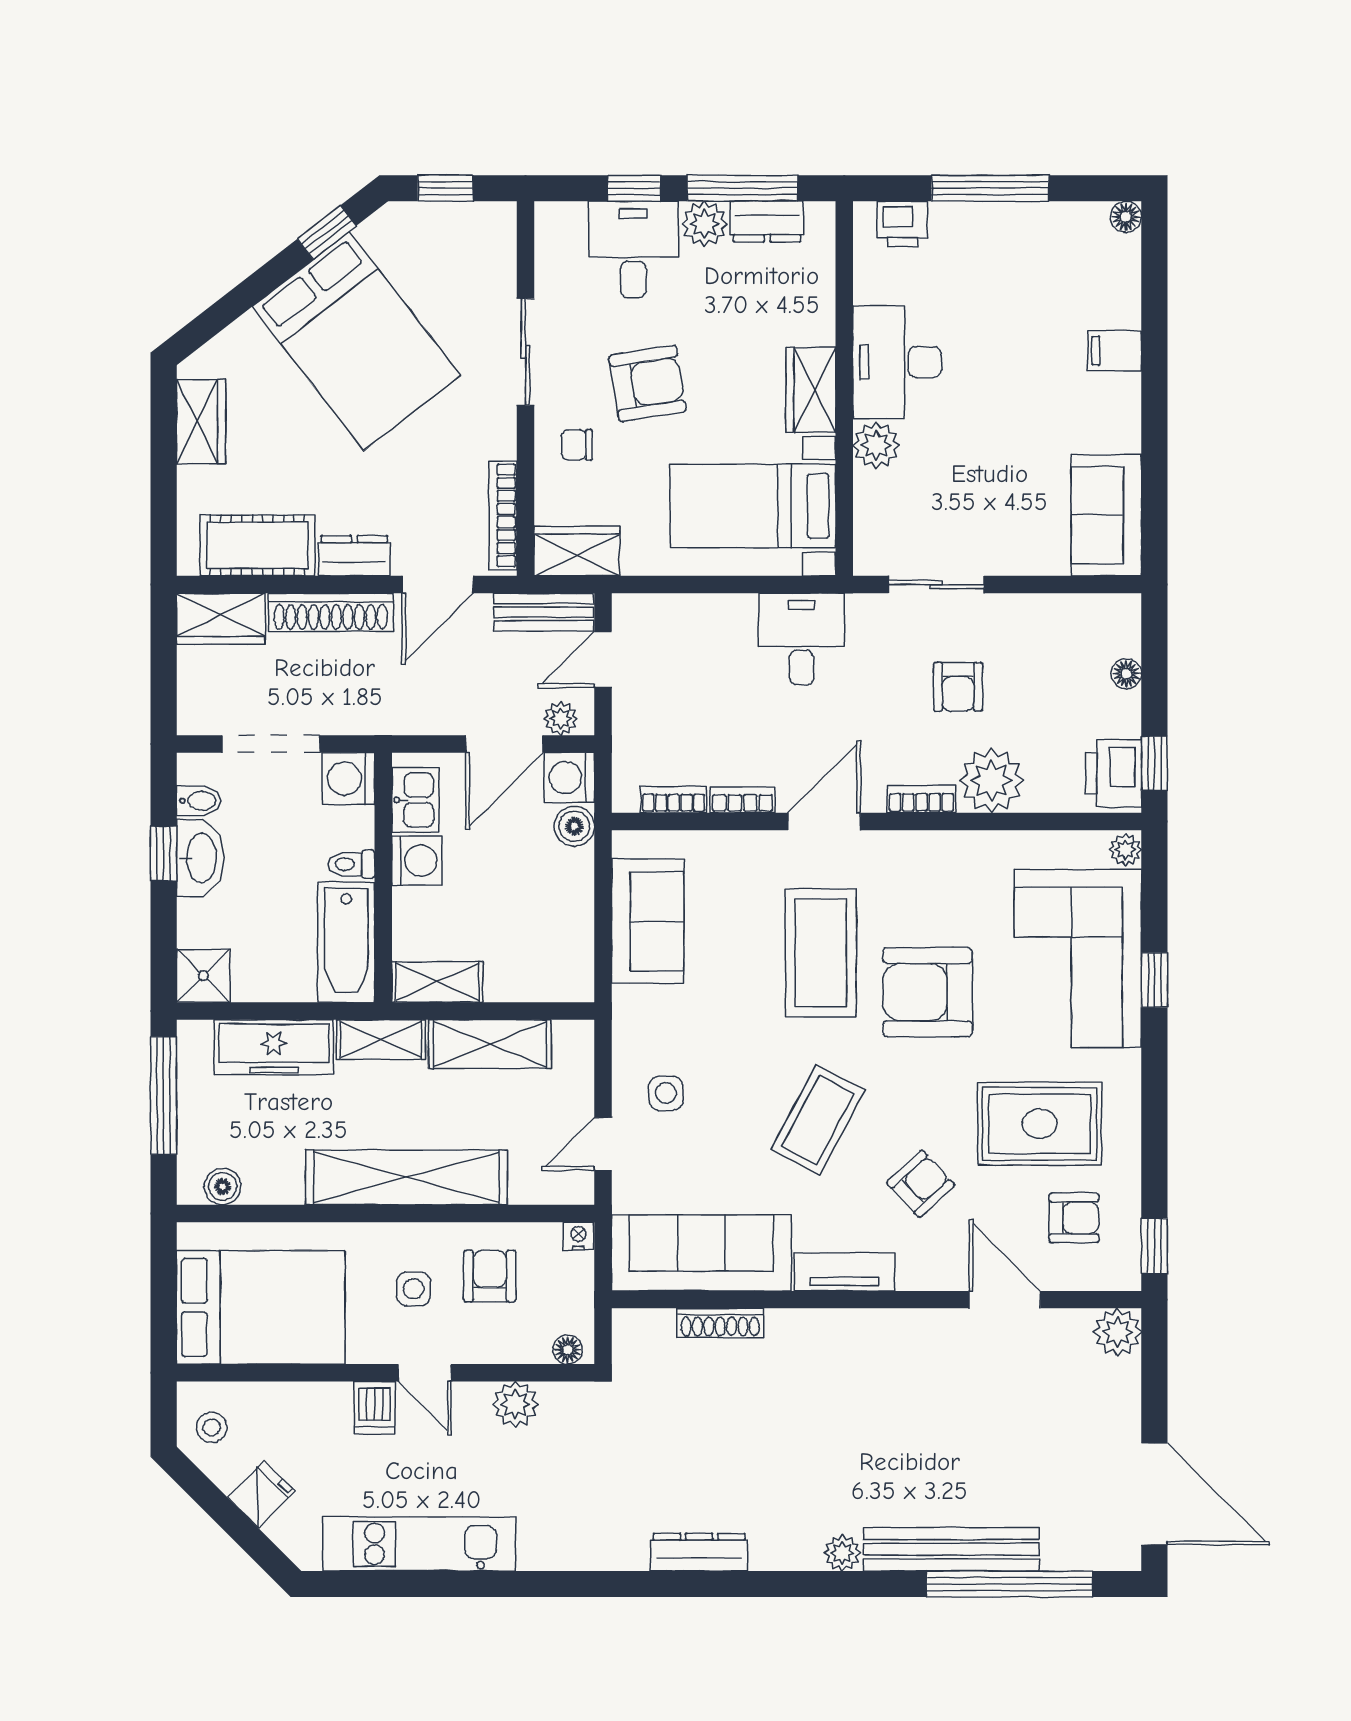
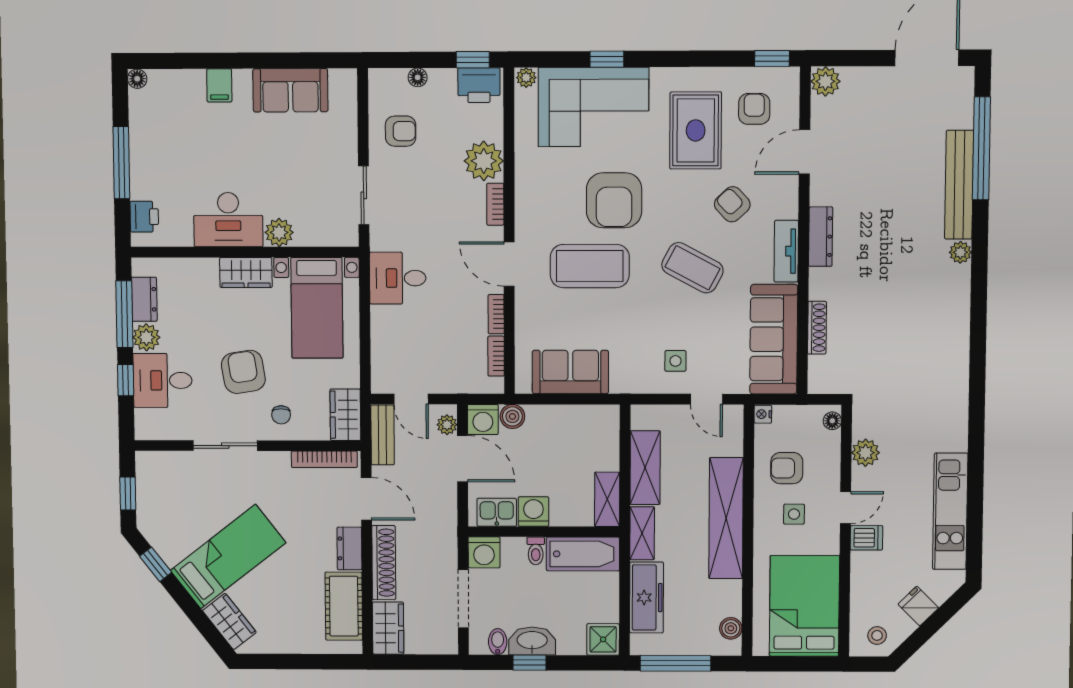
bed: (356, 341) -> (228, 557), width x0.67
wardrobe: (201, 422) -> (229, 621), moved, turned 52
sofa: (1106, 515) -> (290, 90), moved
armchair: (958, 687) -> (401, 131), moved
dresser: (699, 1552) -> (821, 237), moved, turned 180

